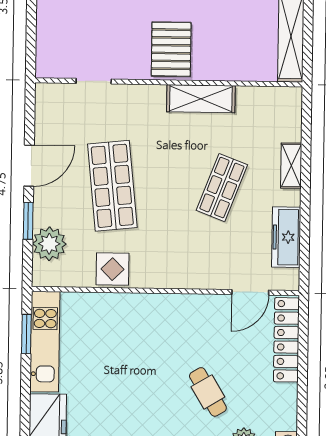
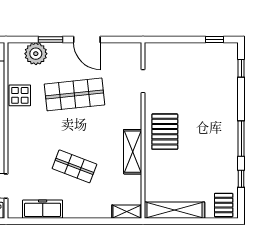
pallet: (171, 49) -> (165, 132), turned 90
shelving: (291, 166) -> (127, 212), moved

